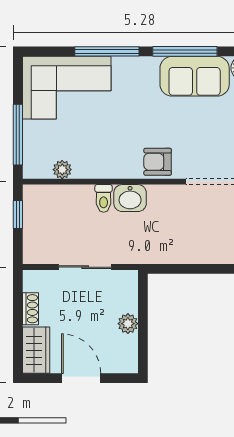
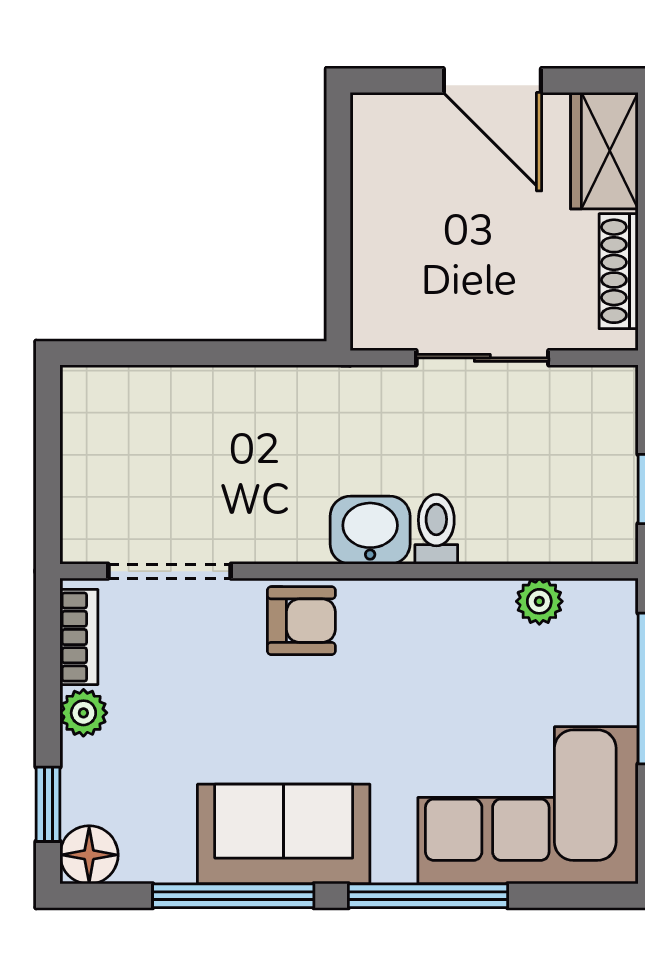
sofa: (195, 76) -> (284, 834), moved
shoe rack: (30, 309) -> (619, 271), width x1.43
plant: (128, 324) -> (376, 217), removed

